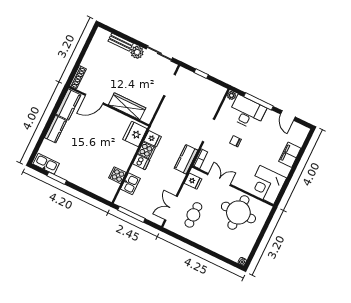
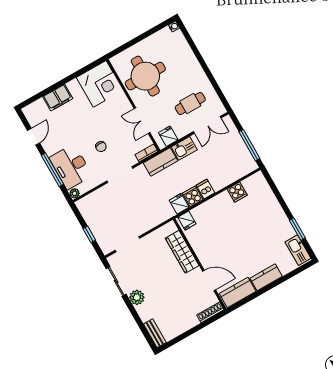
bench: (121, 42) -> (155, 333), moved
fridge: (135, 134) -> (187, 221), width x0.53, depth x0.75
kitchen sink: (130, 184) -> (184, 148), moved, turned 180

